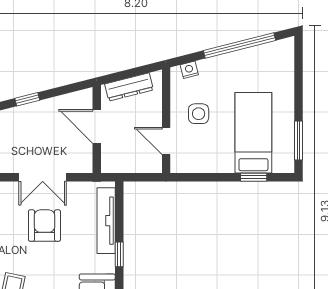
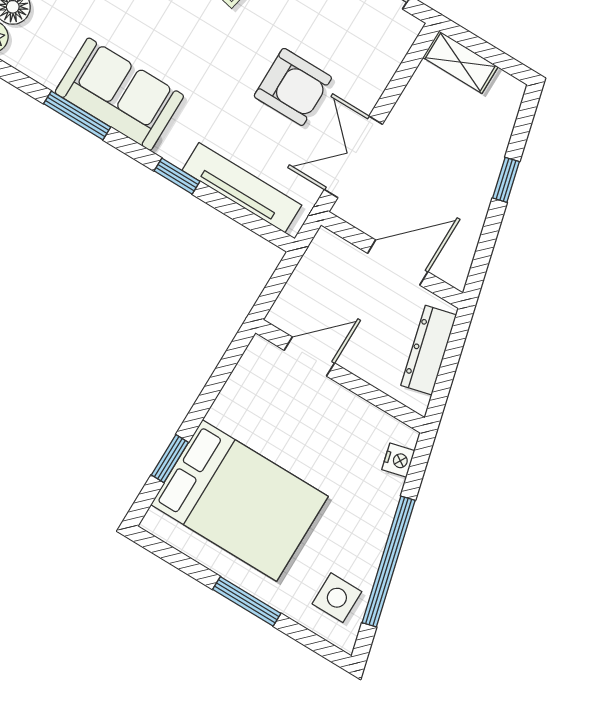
side table: (199, 114) -> (337, 598), moved
bed: (253, 133) -> (239, 500), width x1.50
window: (299, 140) -> (247, 601), moved
double door: (43, 177) -> (353, 157), moved

